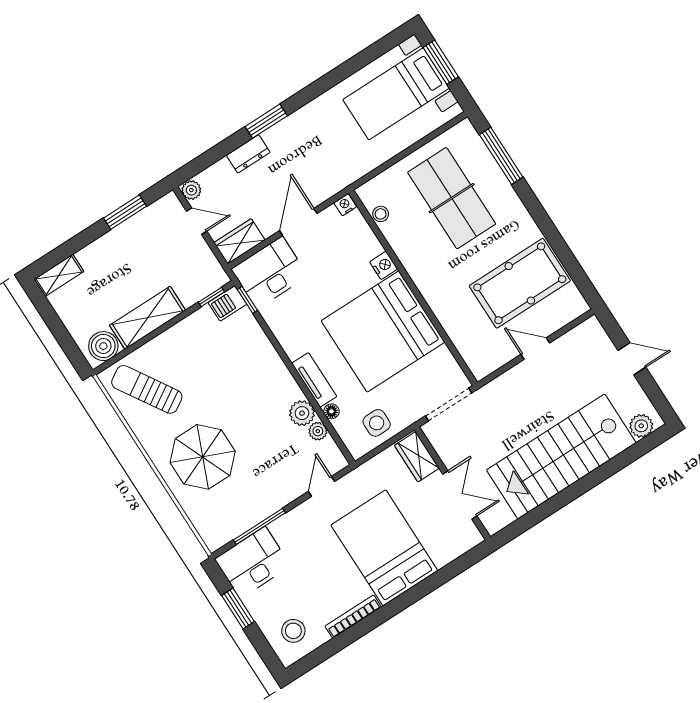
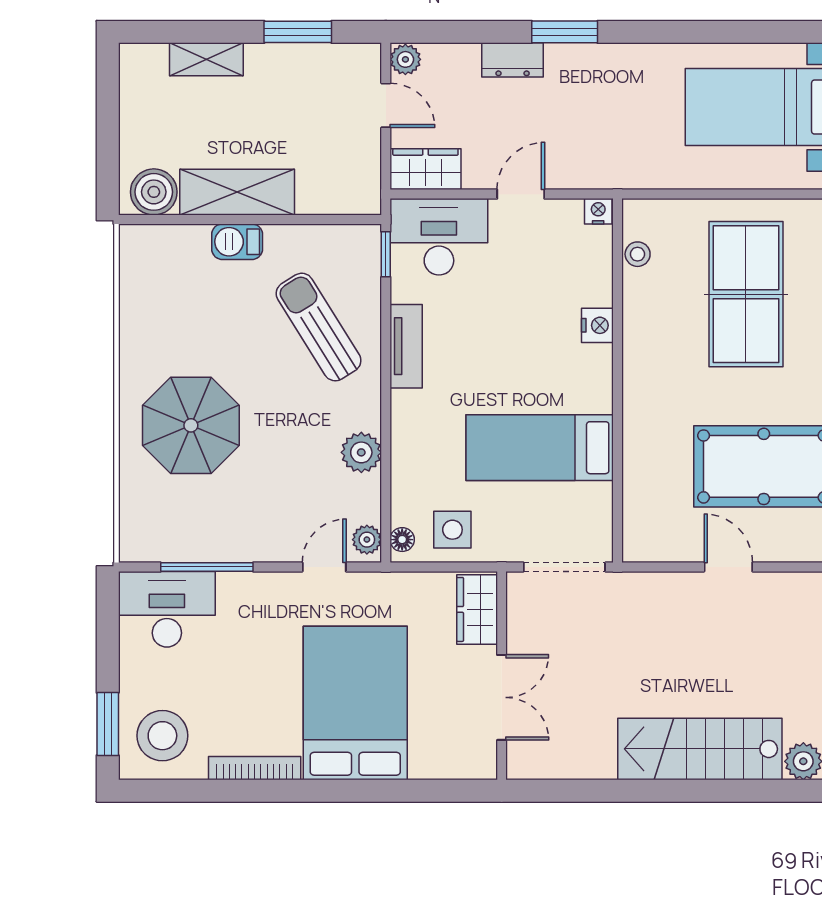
door: (298, 222) -> (521, 194), width x0.73
shelving: (59, 275) -> (206, 59), moved
window: (211, 297) -> (340, 219), removed
barbecue: (227, 303) -> (237, 242), moved
bed: (383, 331) -> (540, 448), width x0.49
tv unit: (314, 380) -> (406, 346), moved
sun lounger: (147, 389) -> (319, 327), moved
floor lamp: (331, 411) -> (402, 540), moved
plant: (318, 431) -> (367, 540), moved
stairs: (561, 456) -> (700, 749), width x0.73, depth x0.66
window: (238, 609) -> (108, 724), moved
stool: (293, 631) -> (162, 736), width x1.38, depth x1.38

